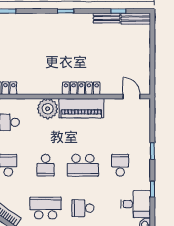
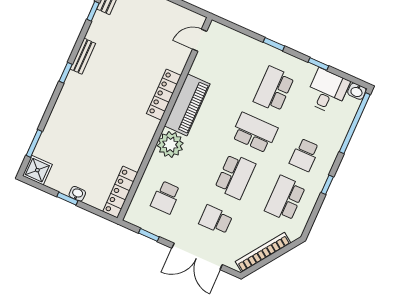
bench: (107, 18) -> (83, 56), moved
school desk: (46, 165) -> (235, 176), width x1.85
school desk: (83, 165) -> (254, 133), turned -90
school desk: (120, 165) -> (274, 89), width x1.85

